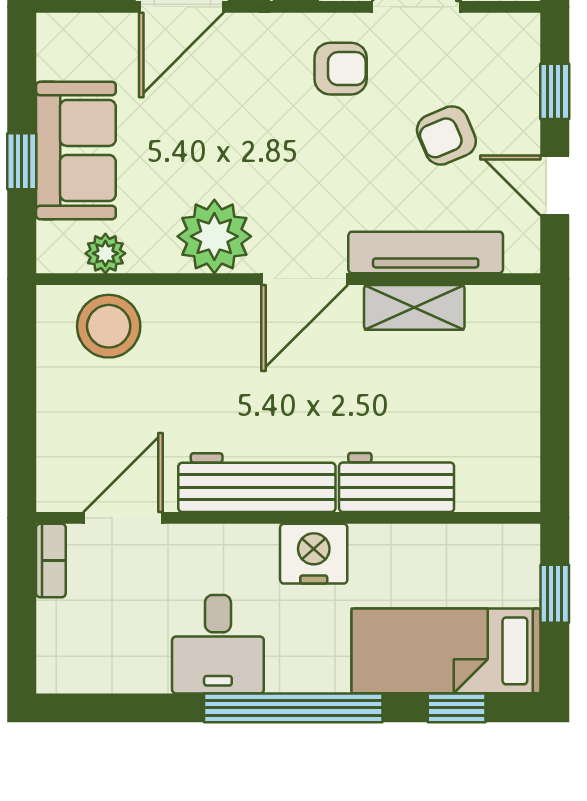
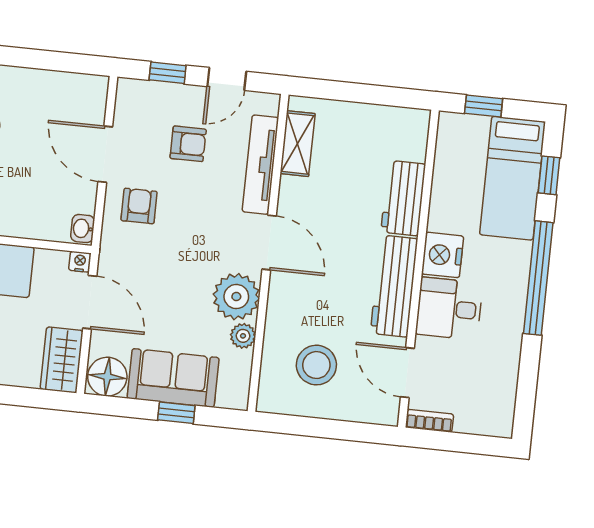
floor lamp: (67, 47) -> (107, 377), added
armchair: (446, 135) -> (188, 144), turned -67
plant: (105, 253) -> (243, 336), moved
shelving: (414, 307) -> (298, 144), moved
stool: (109, 326) -> (316, 365), moved
desk: (218, 644) -> (449, 309), moved, turned 180

